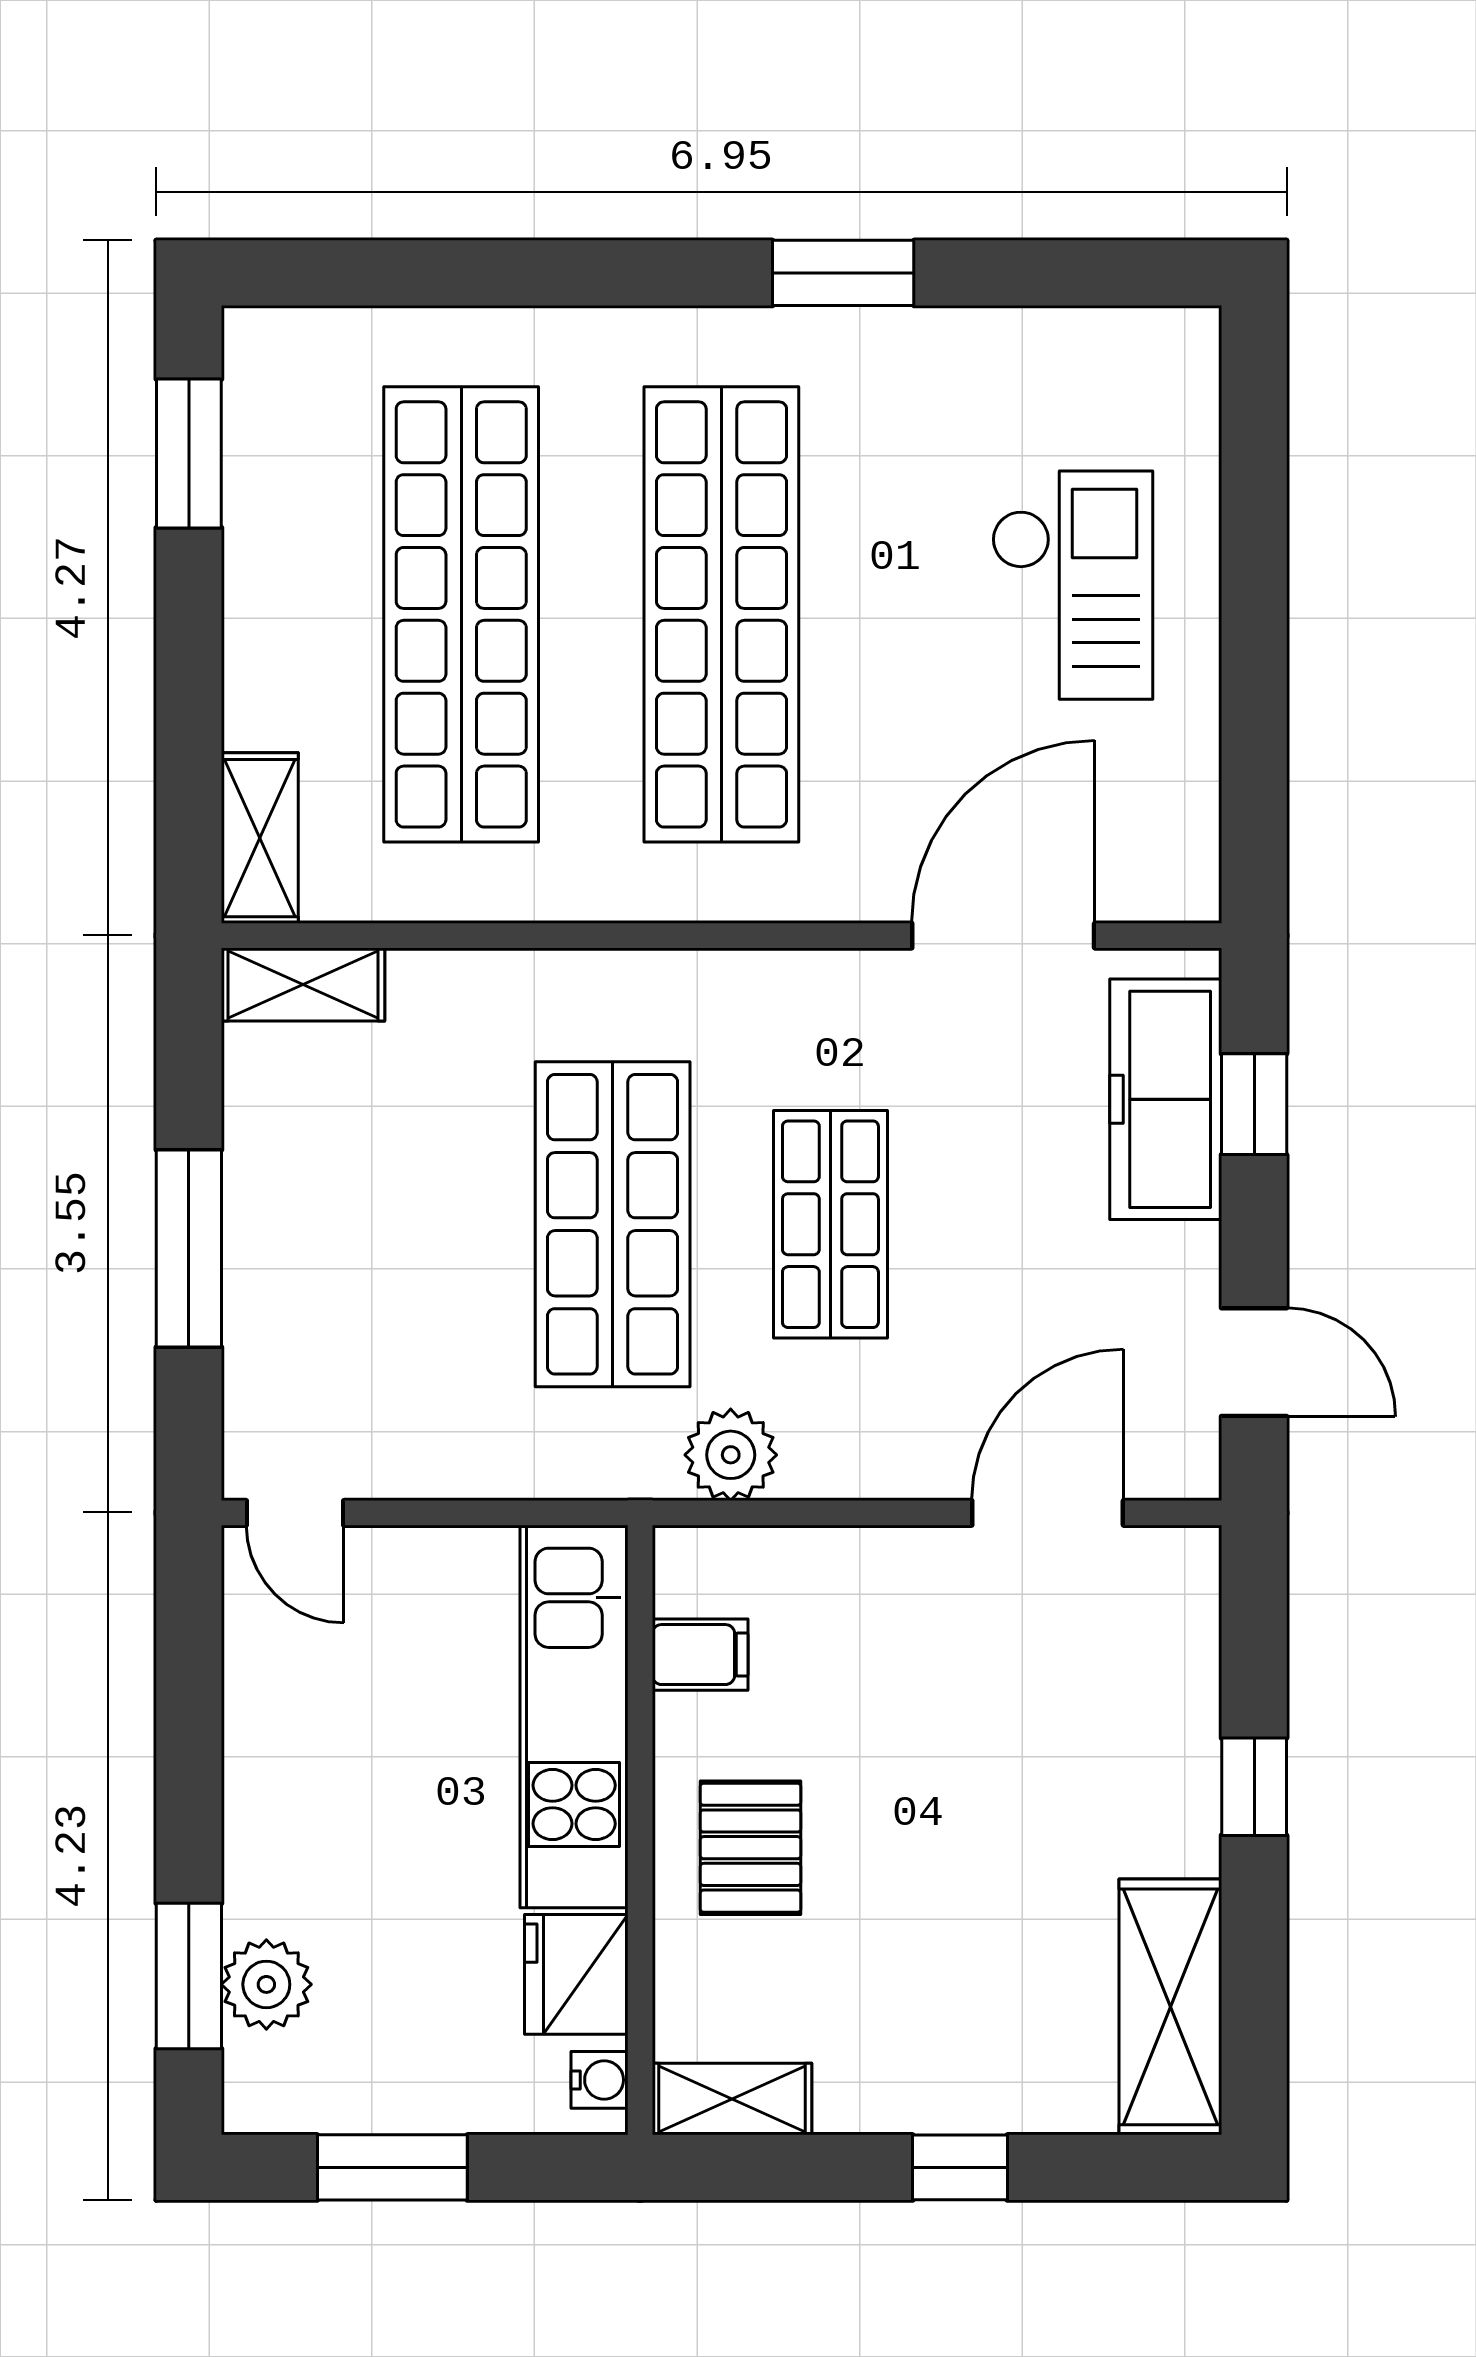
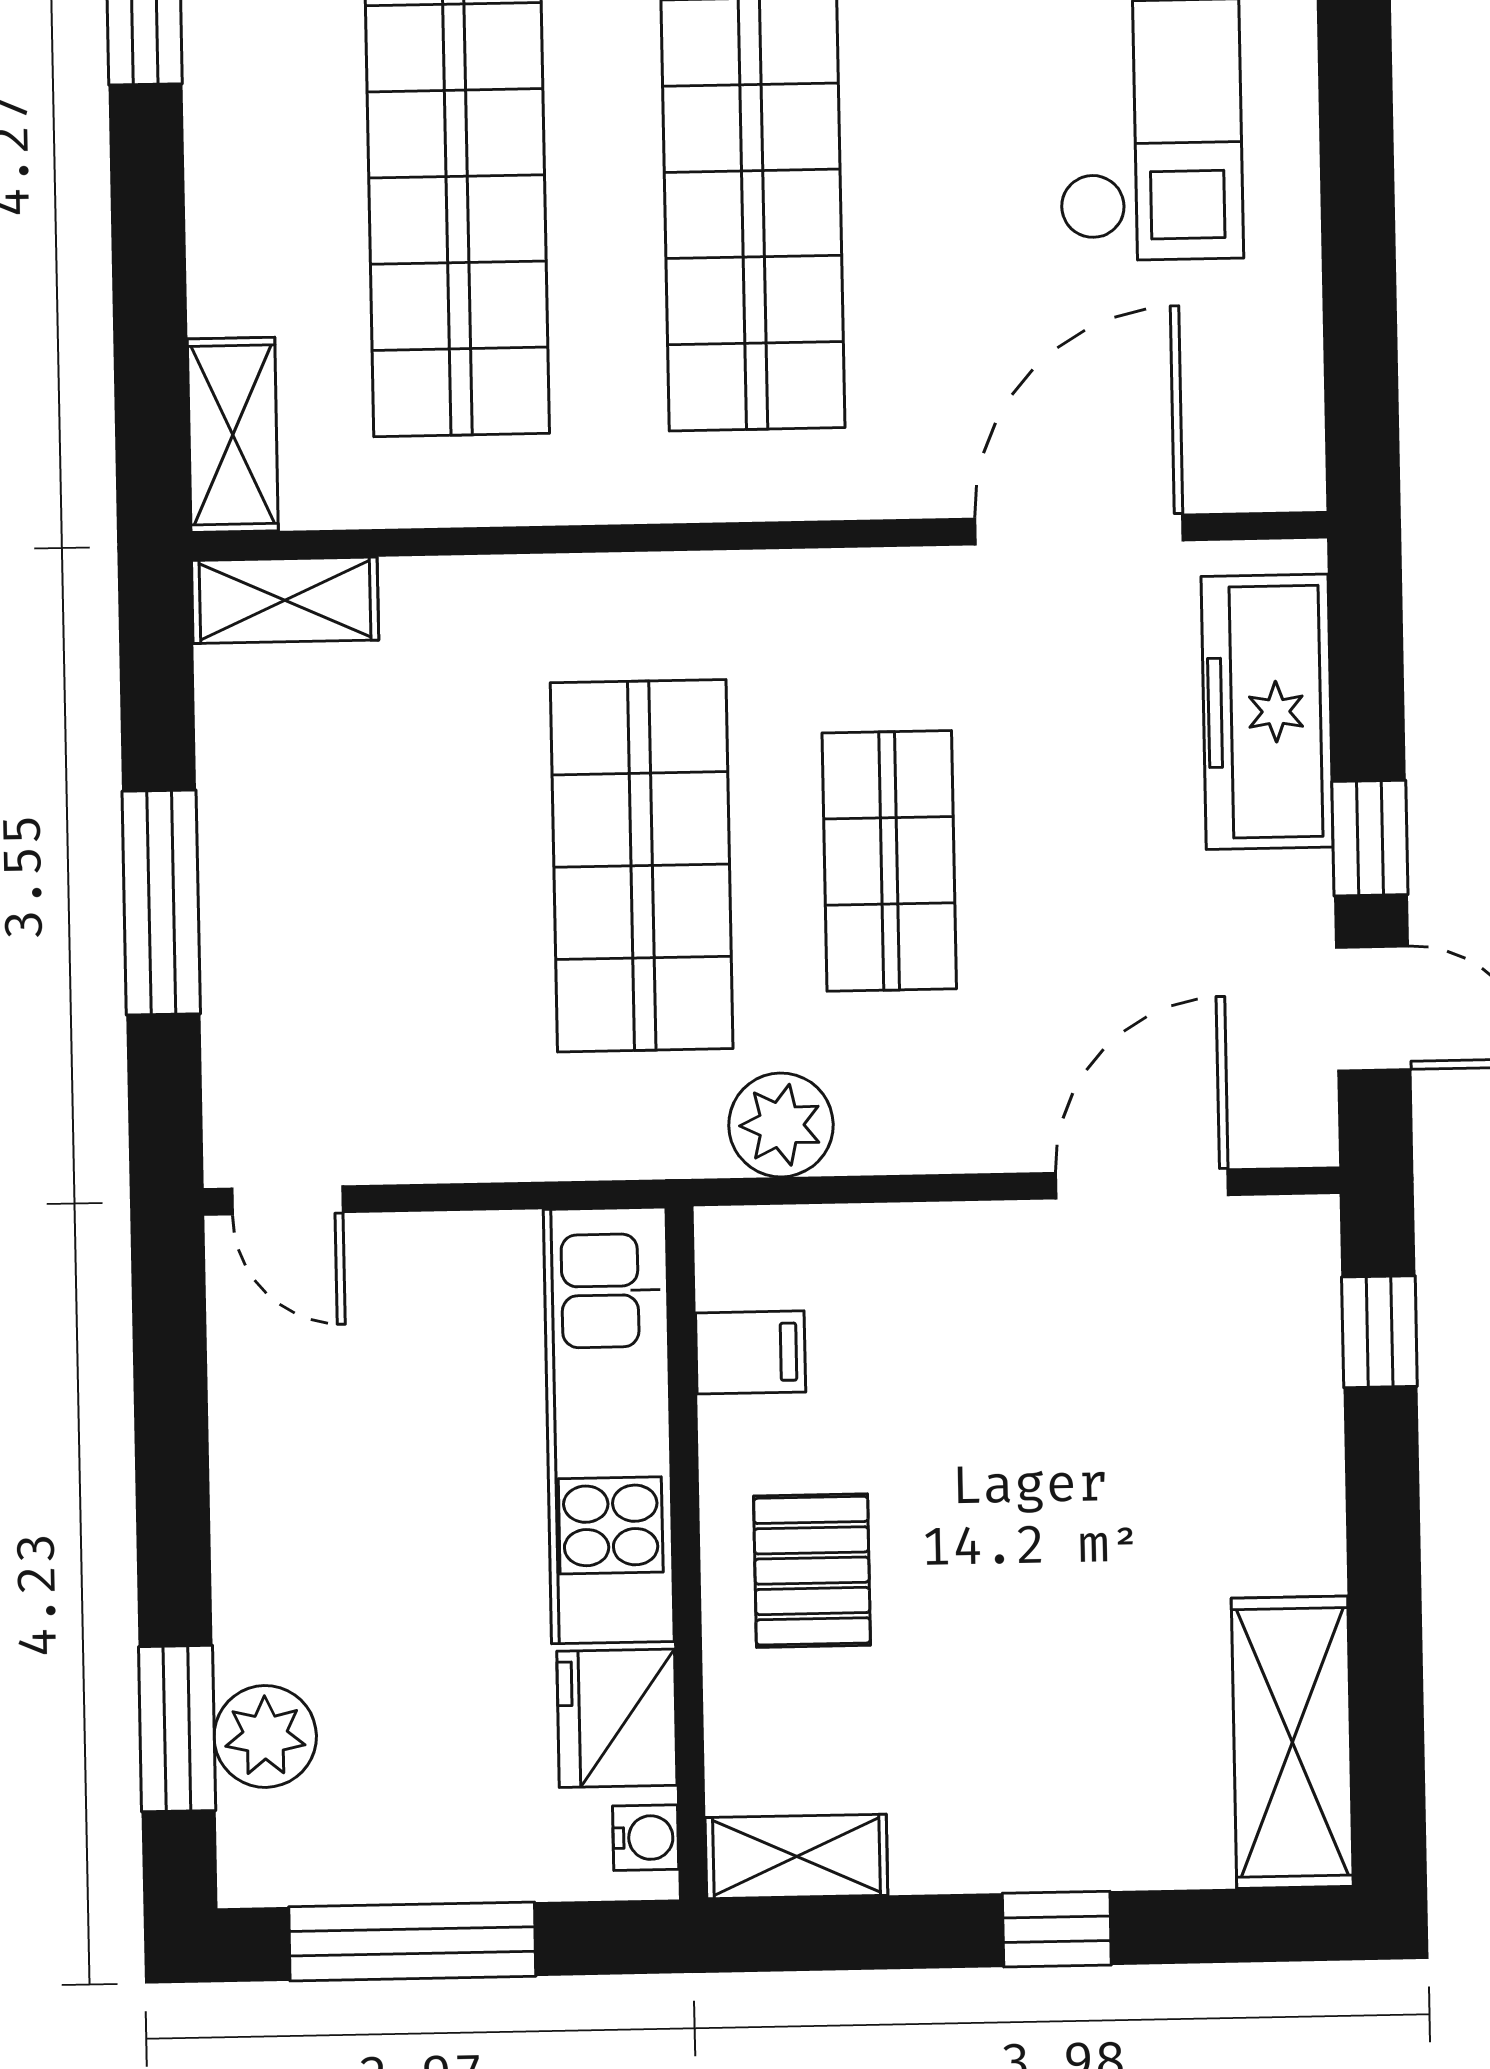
window: (1254, 1104) -> (1370, 838), moved
window: (1254, 1787) -> (1379, 1332), moved
window: (392, 2167) -> (412, 1942), width x1.44

